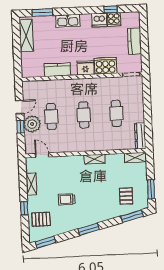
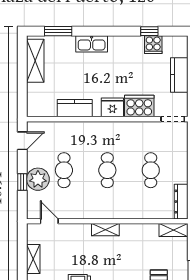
dishwasher: (99, 20) -> (134, 45), removed
door: (20, 107) -> (22, 141), moved
shelving: (95, 159) -> (105, 230), moved

